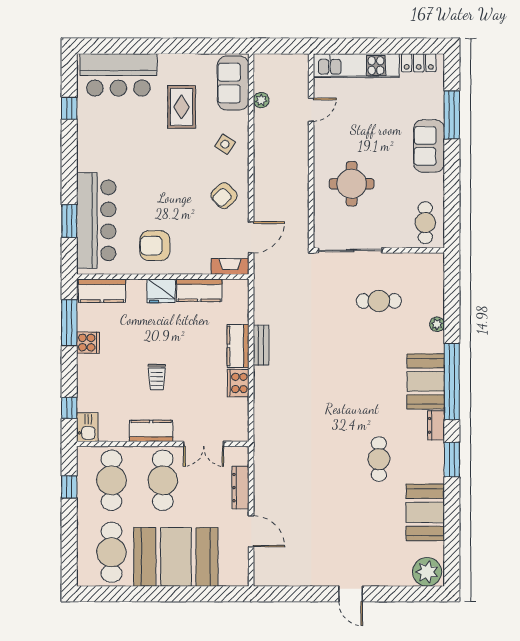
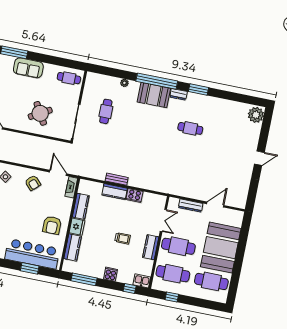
round table: (352, 184) -> (40, 113), turned -30
kitchen counter: (102, 291) -> (73, 247), moved
cooker: (88, 343) -> (111, 274), moved
booth: (425, 512) -> (224, 109), removed

